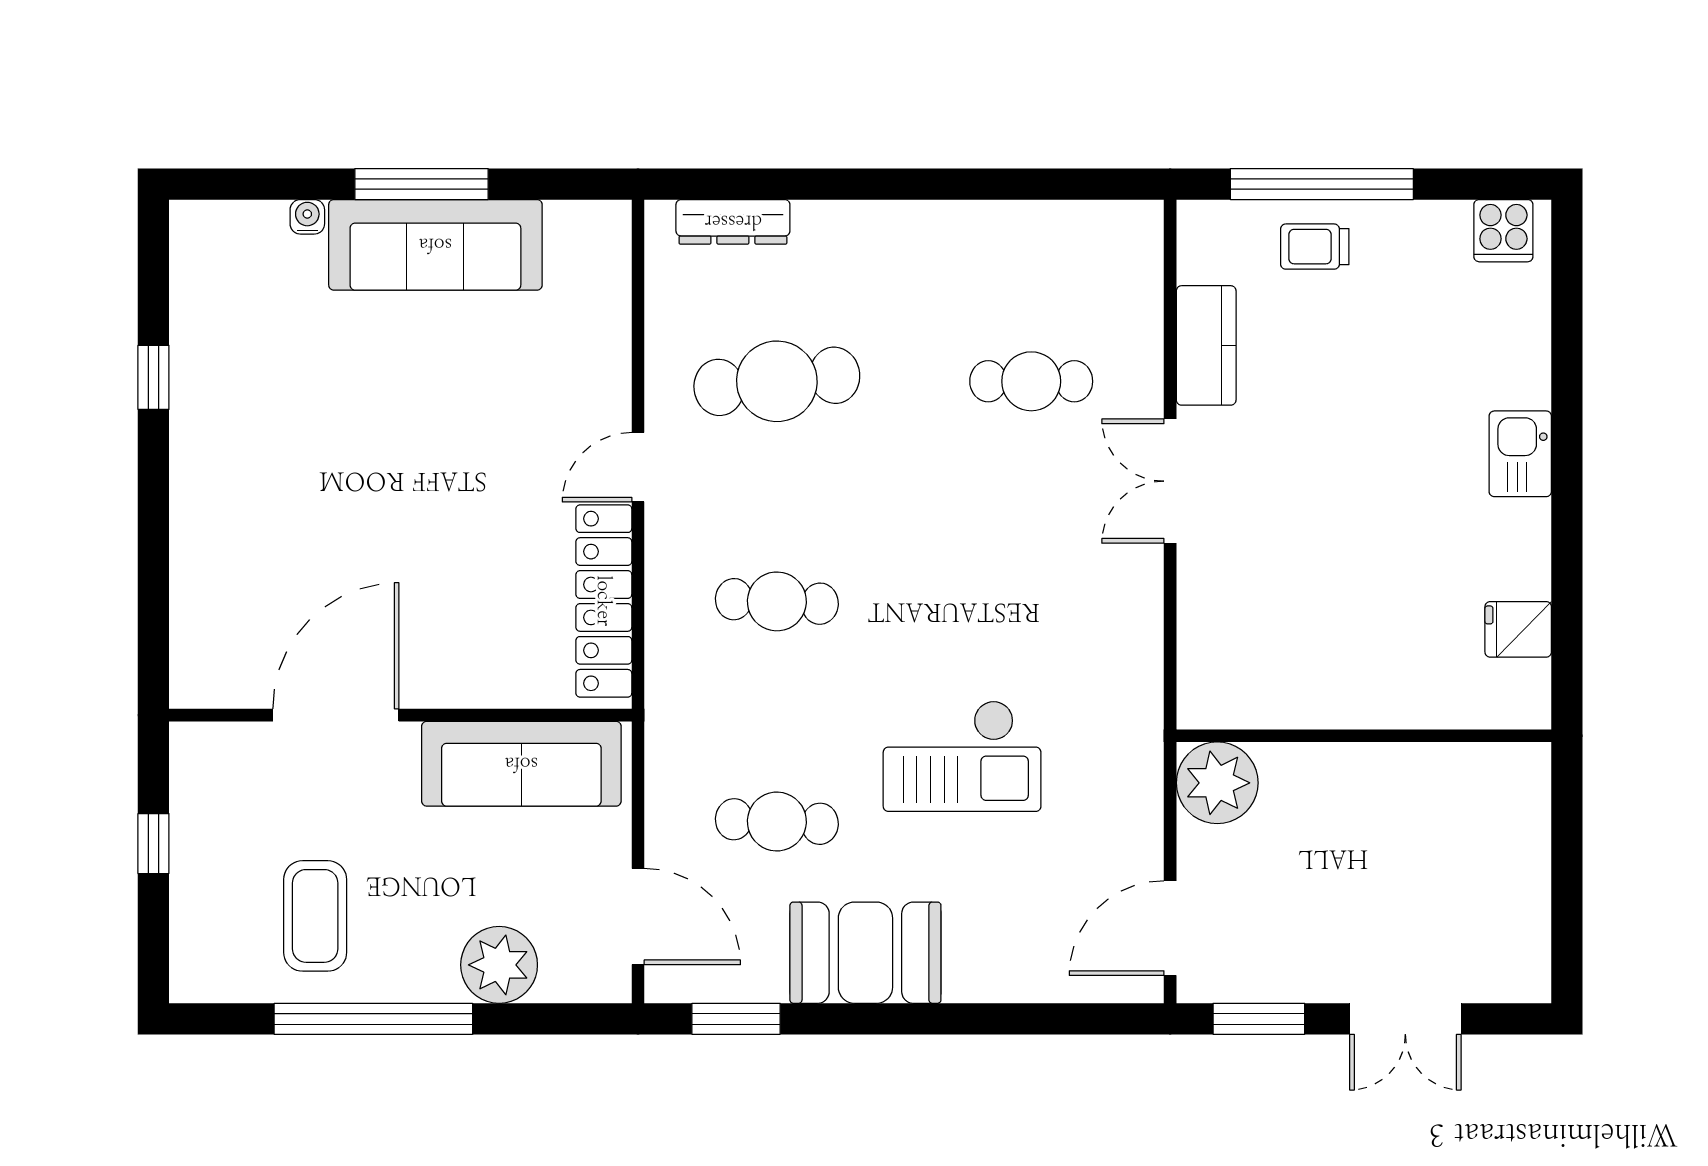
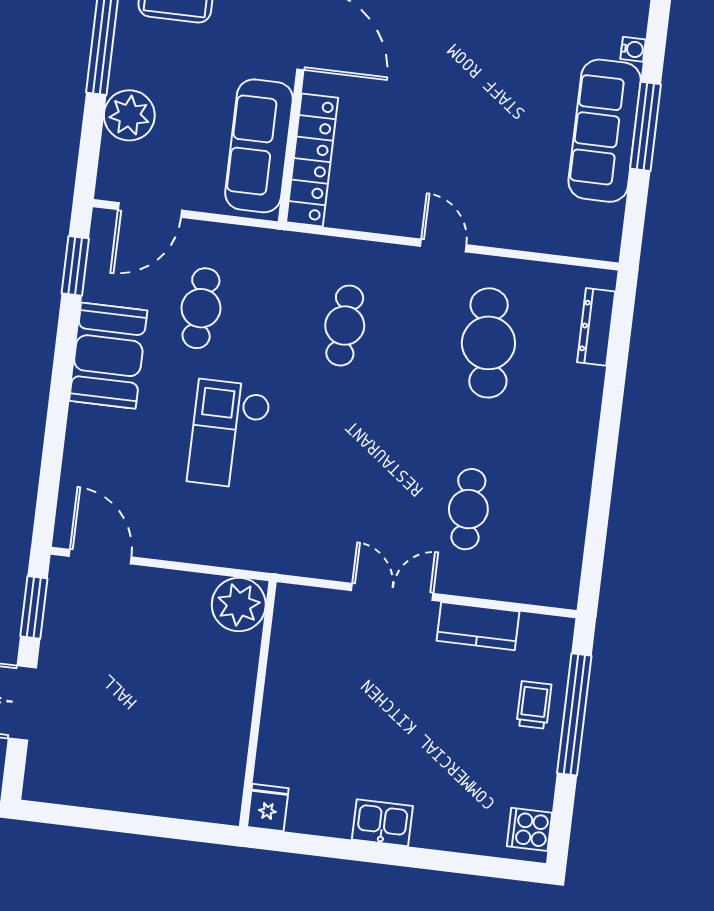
locker: (604, 601) -> (312, 160), moved, turned 90
wall: (1364, 736) -> (258, 704), moved
plant: (1217, 783) -> (239, 605), moved

